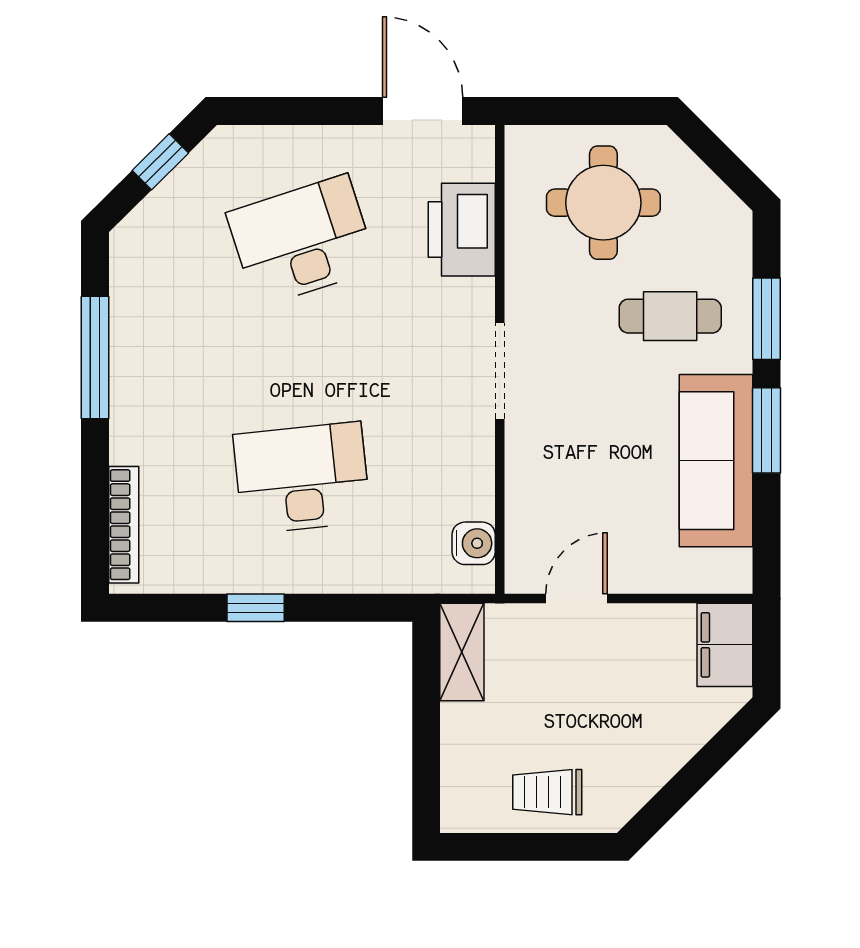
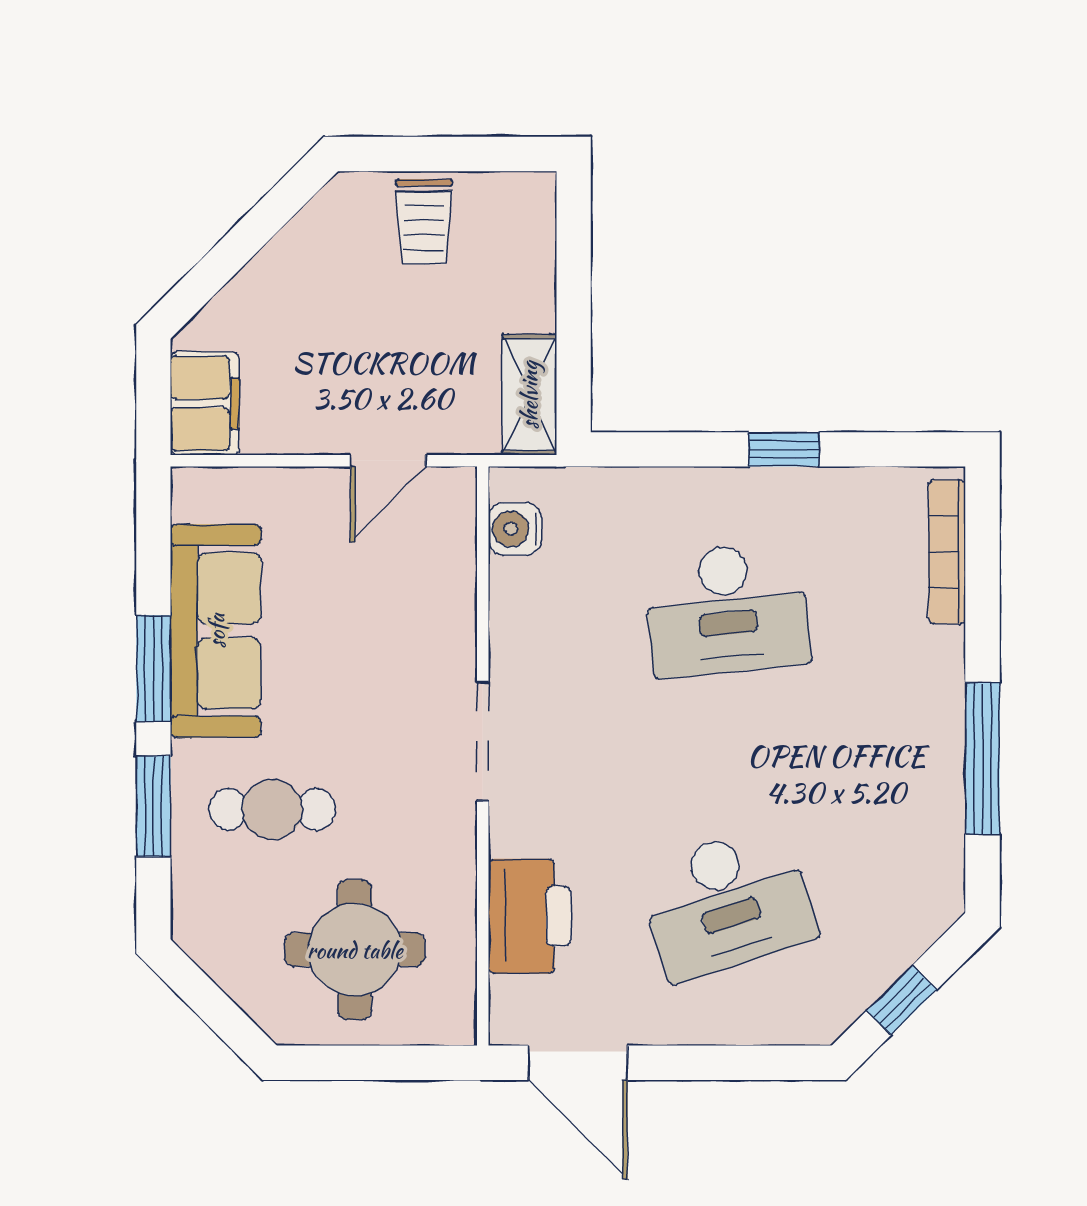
trolley: (547, 792) -> (424, 222), turned 90

